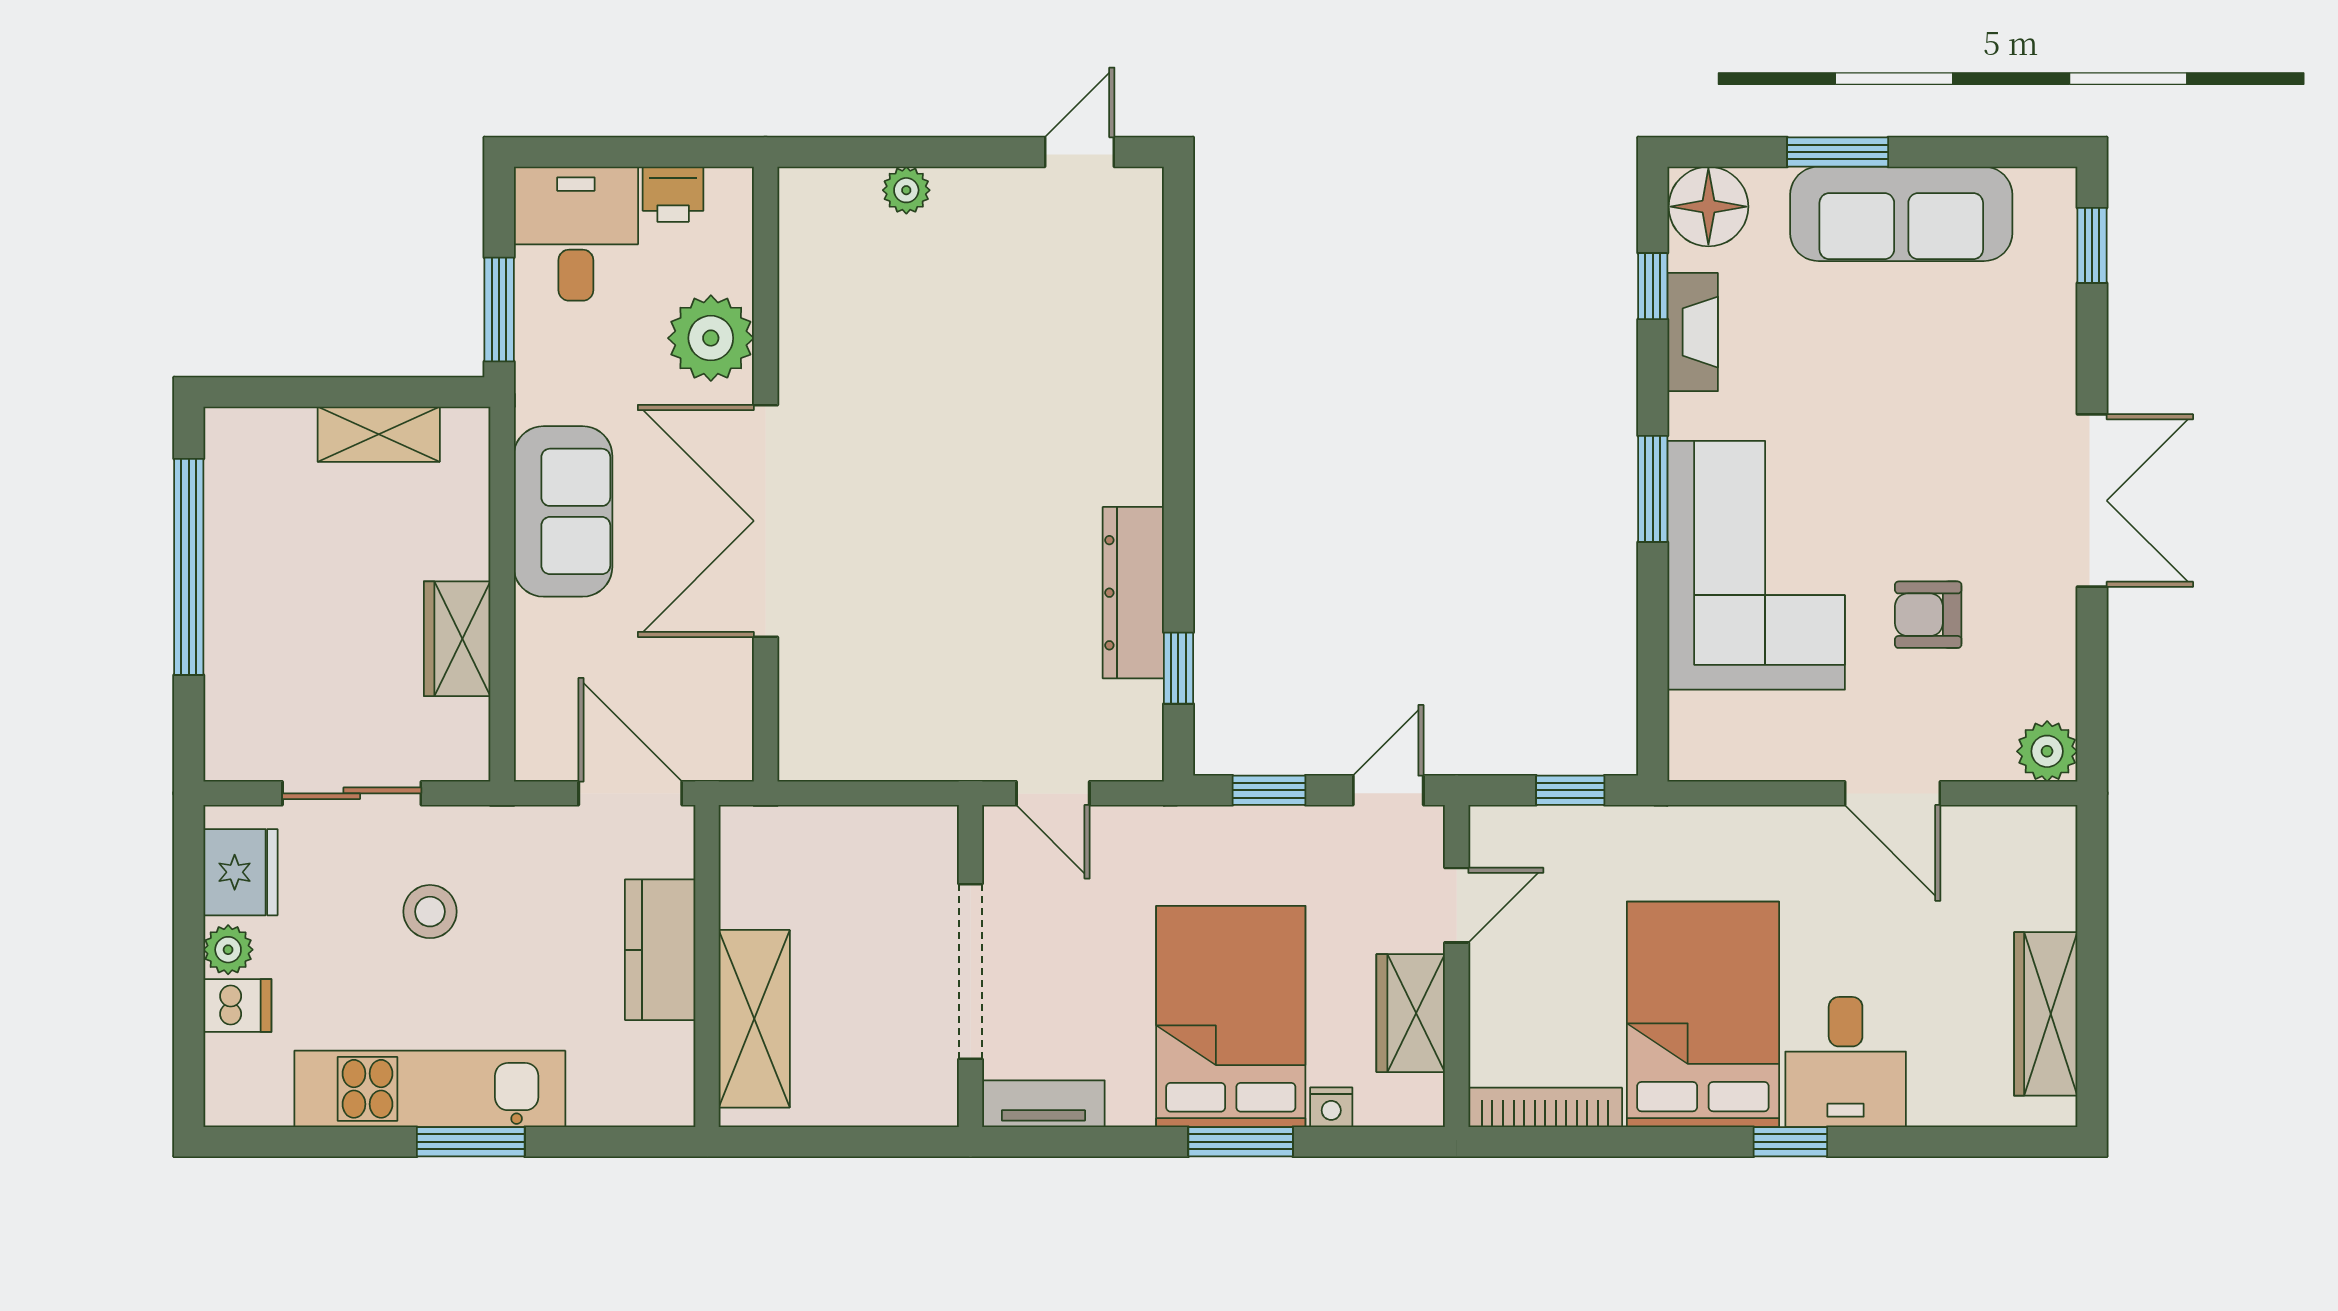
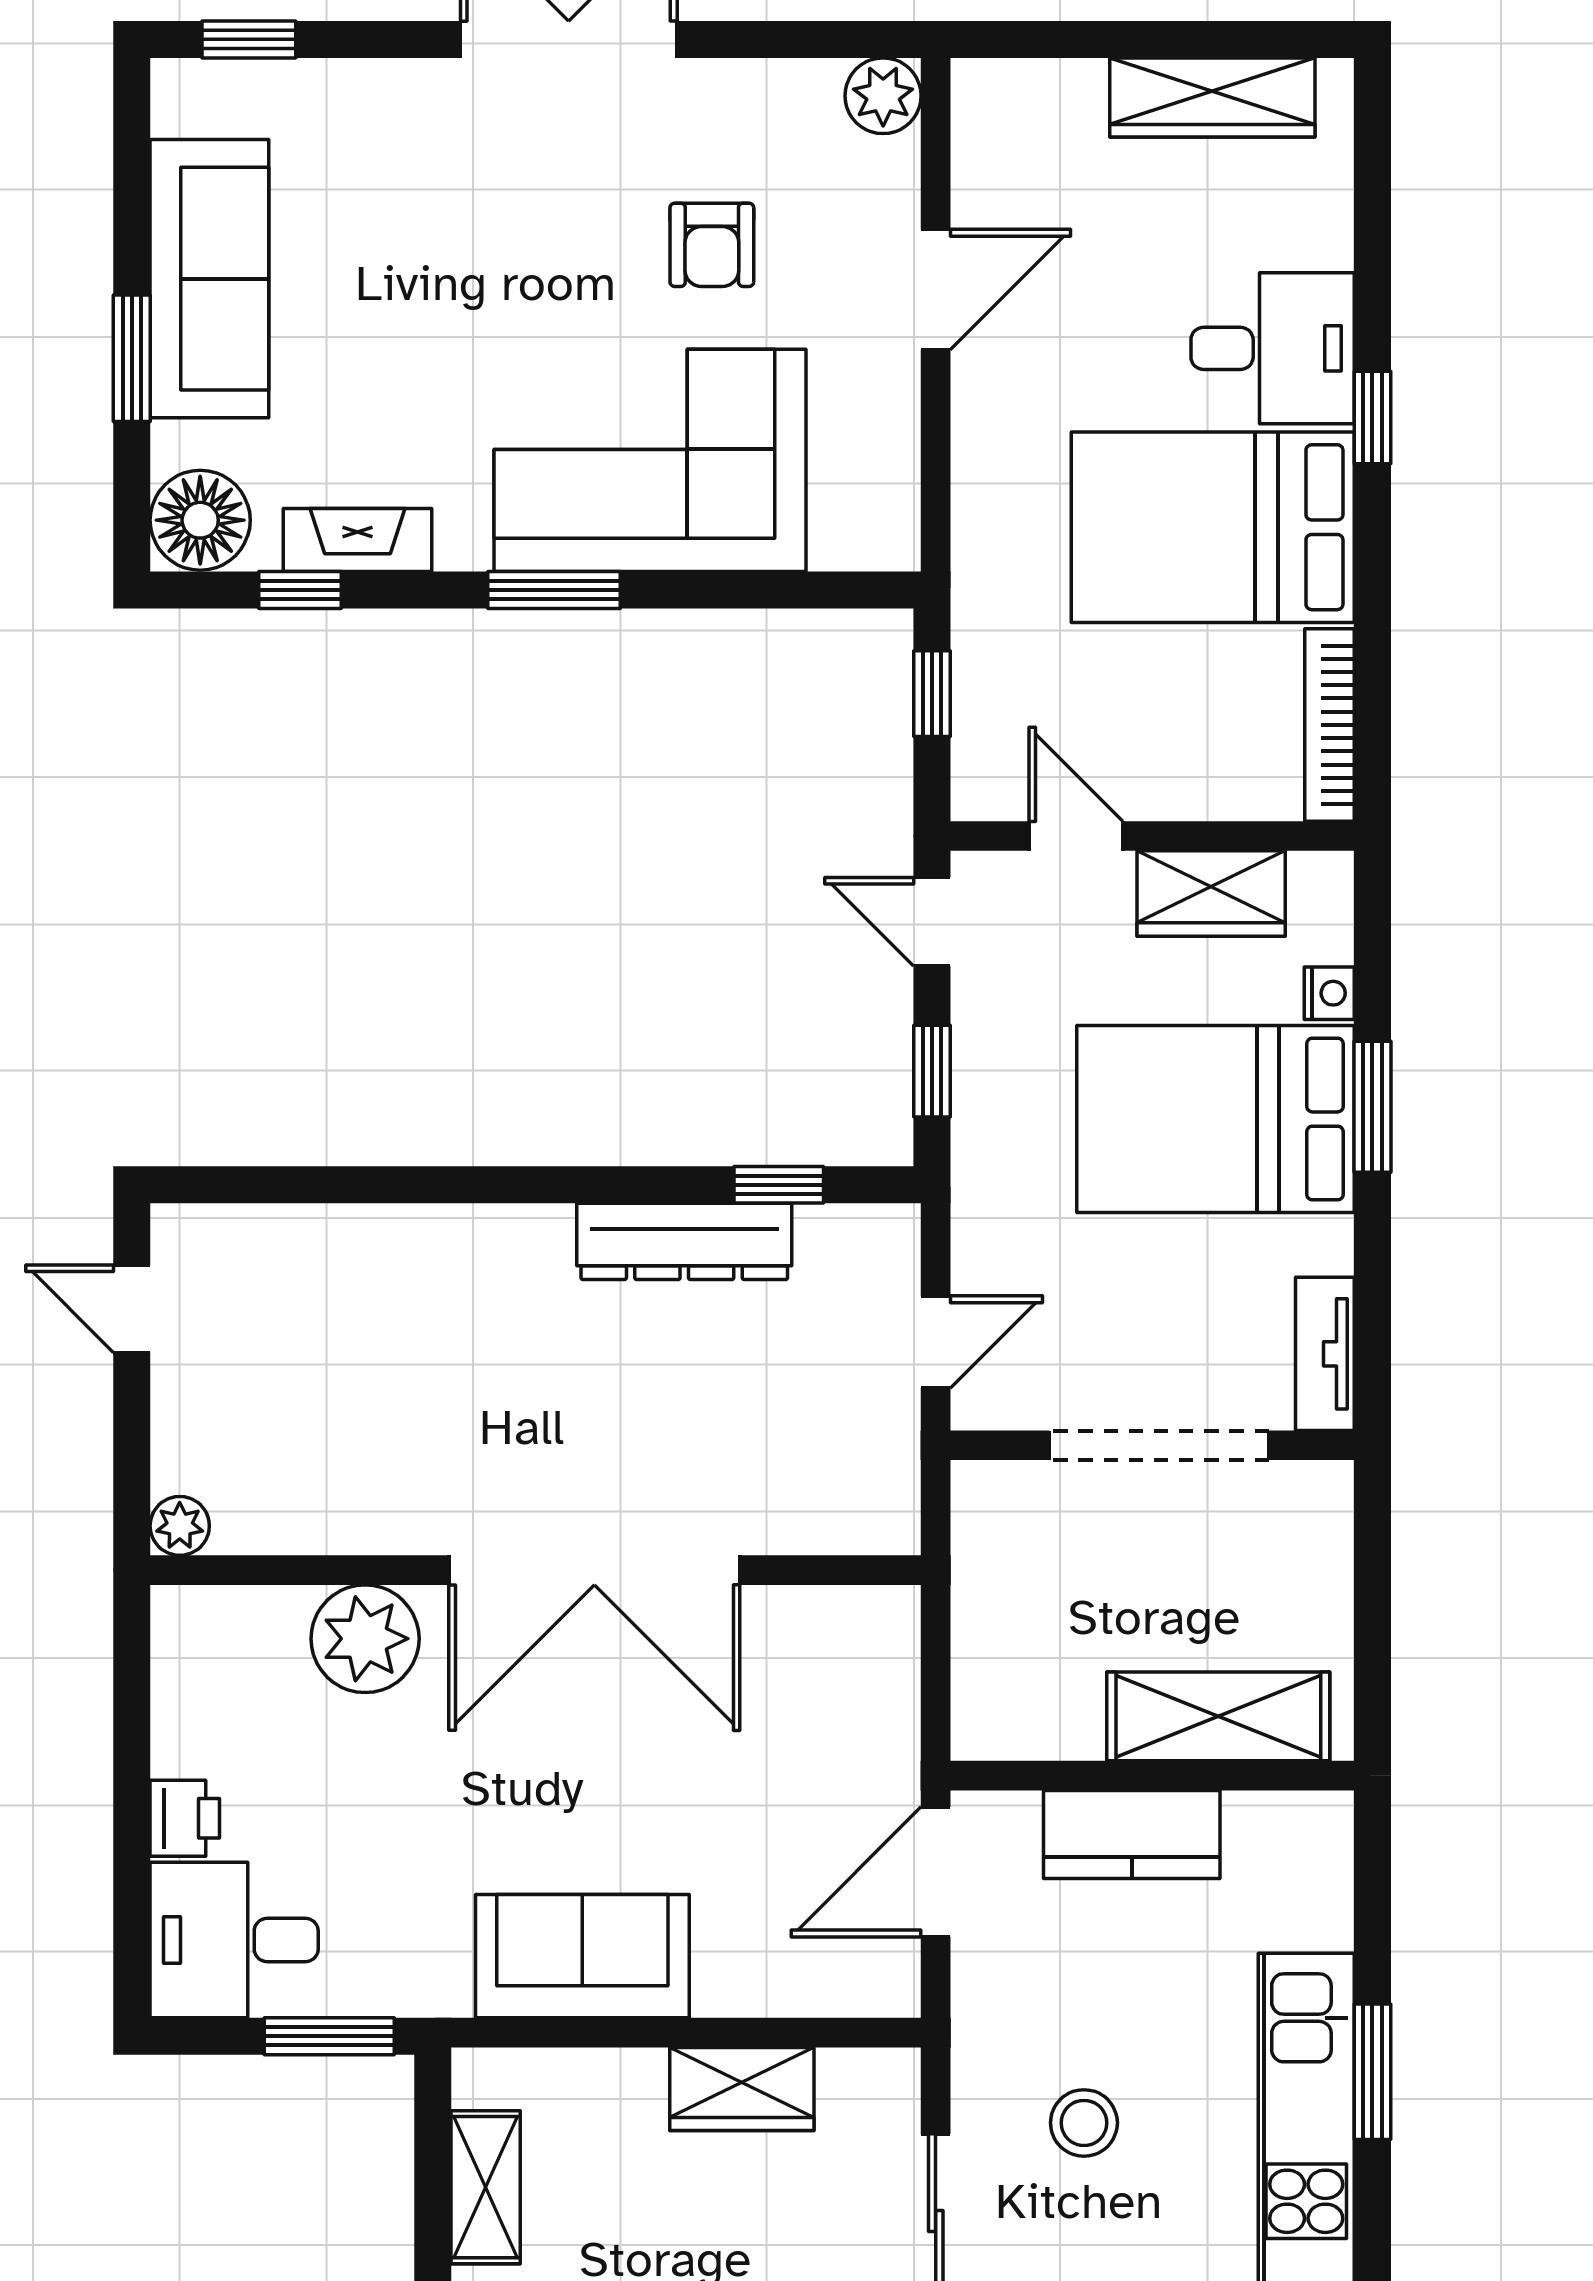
plant: (711, 338) -> (365, 1639), moved
wall: (766, 474) -> (536, 1570), moved
double door: (766, 521) -> (594, 1570), moved

